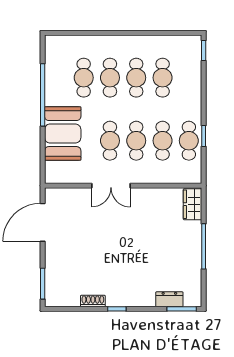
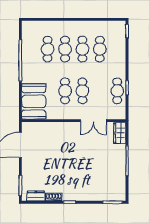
booth: (63, 134) -> (34, 101), moved
cafe table: (163, 141) -> (100, 91), removed
double door: (111, 186) -> (93, 121), moved
dresser: (169, 299) -> (36, 196), moved

